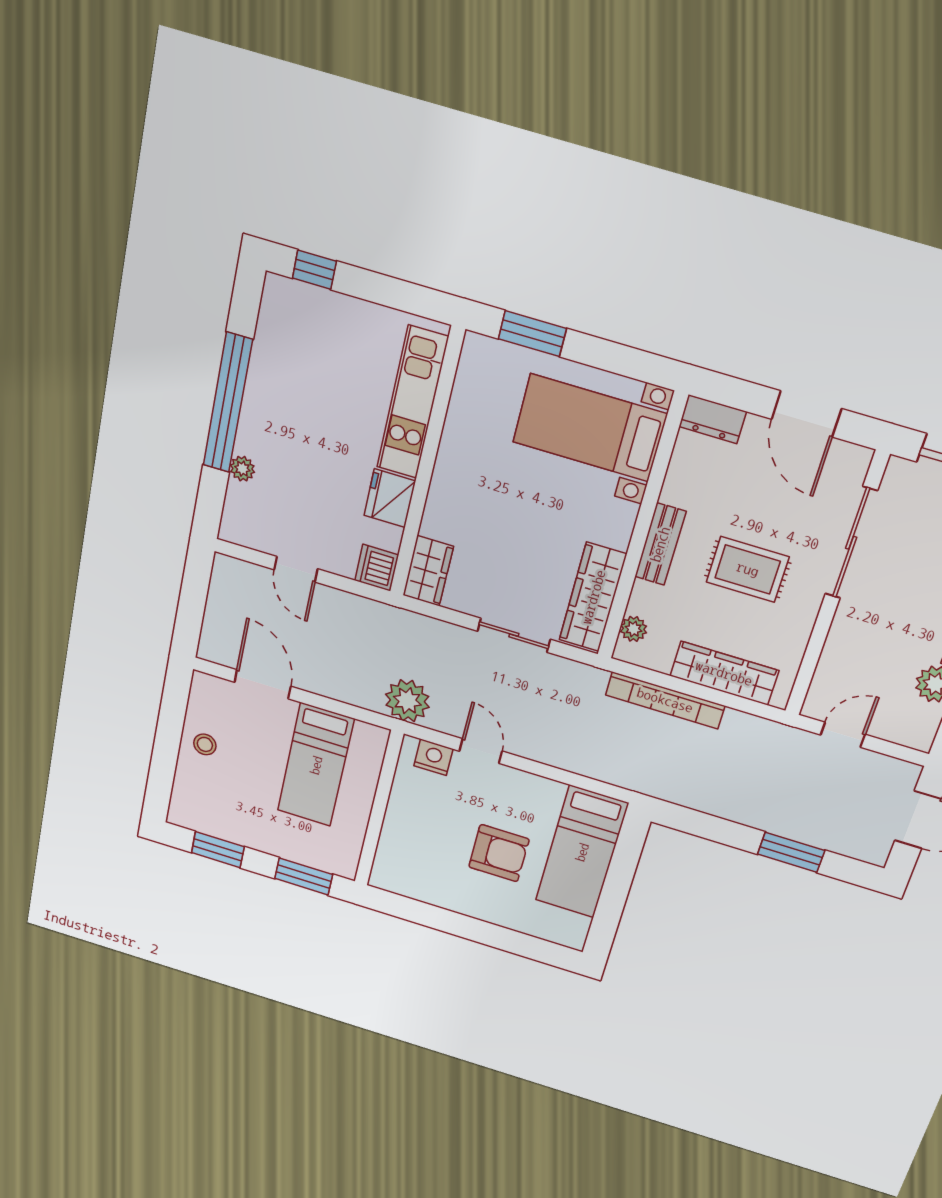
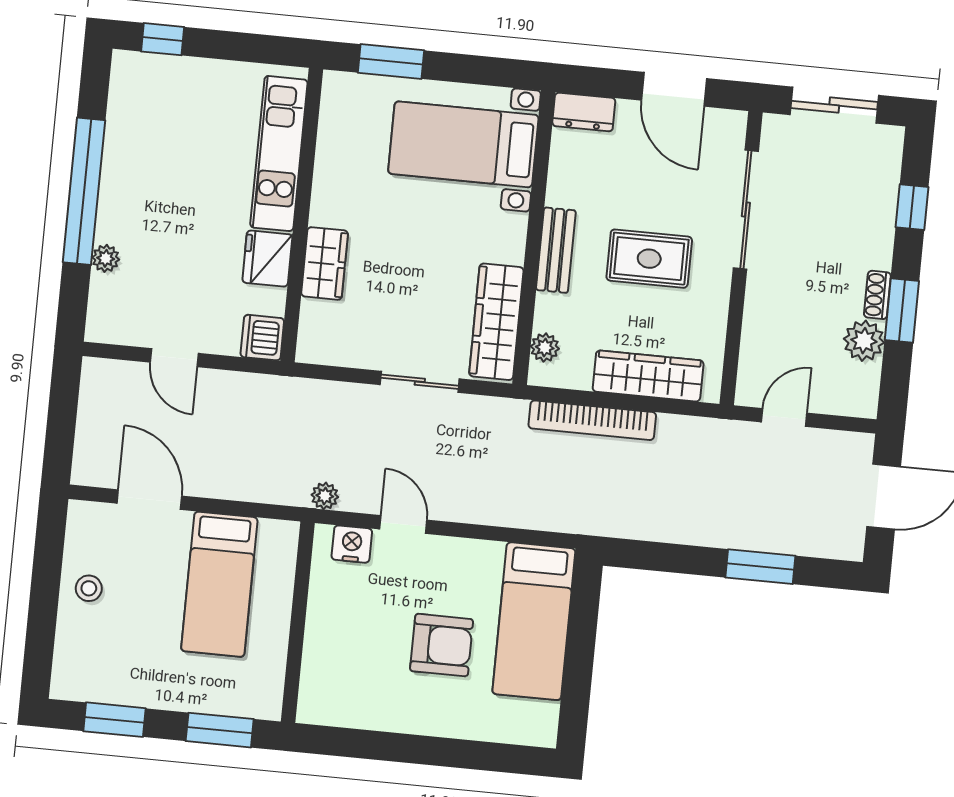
wardrobe: (428, 571) -> (325, 263), moved
plant: (407, 701) -> (325, 496), width x0.53, depth x0.53

